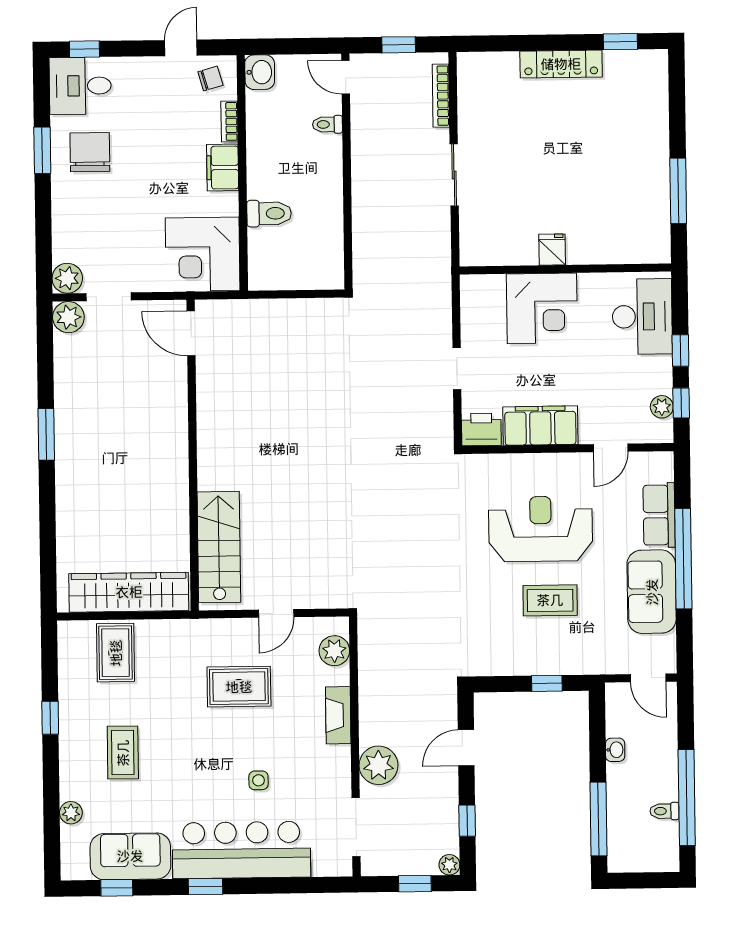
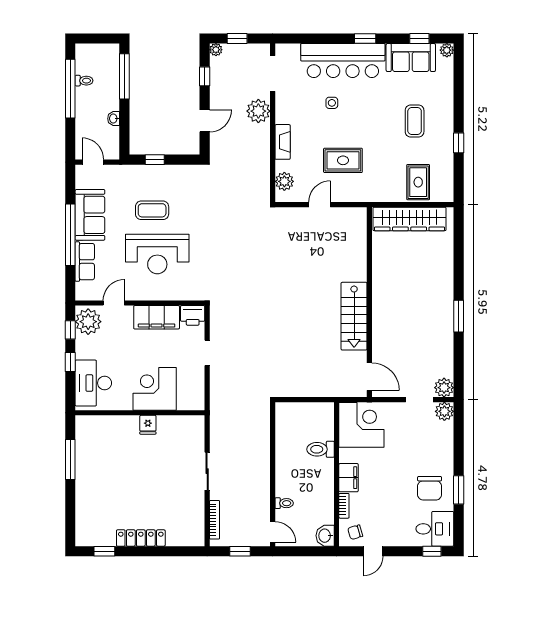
plant: (662, 407) -> (88, 322), width x1.87, depth x1.87
stairs: (219, 547) -> (354, 316), moved
plant: (71, 813) -> (447, 50), moved

